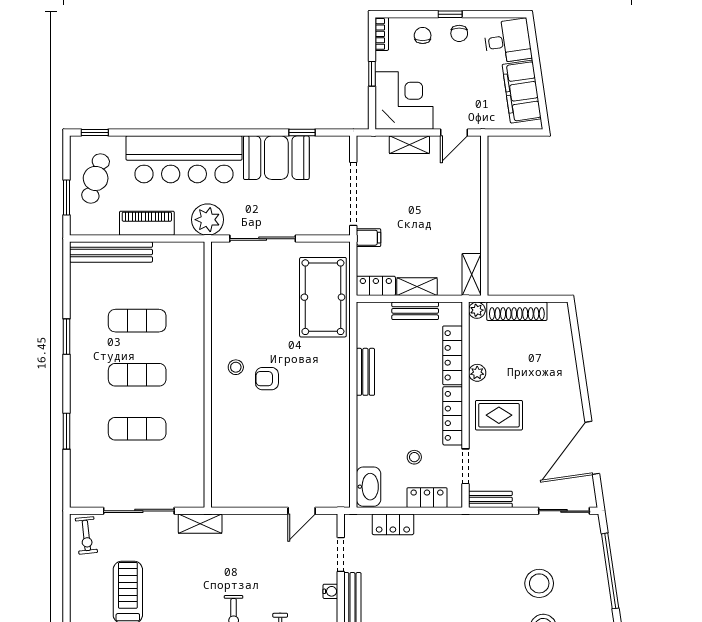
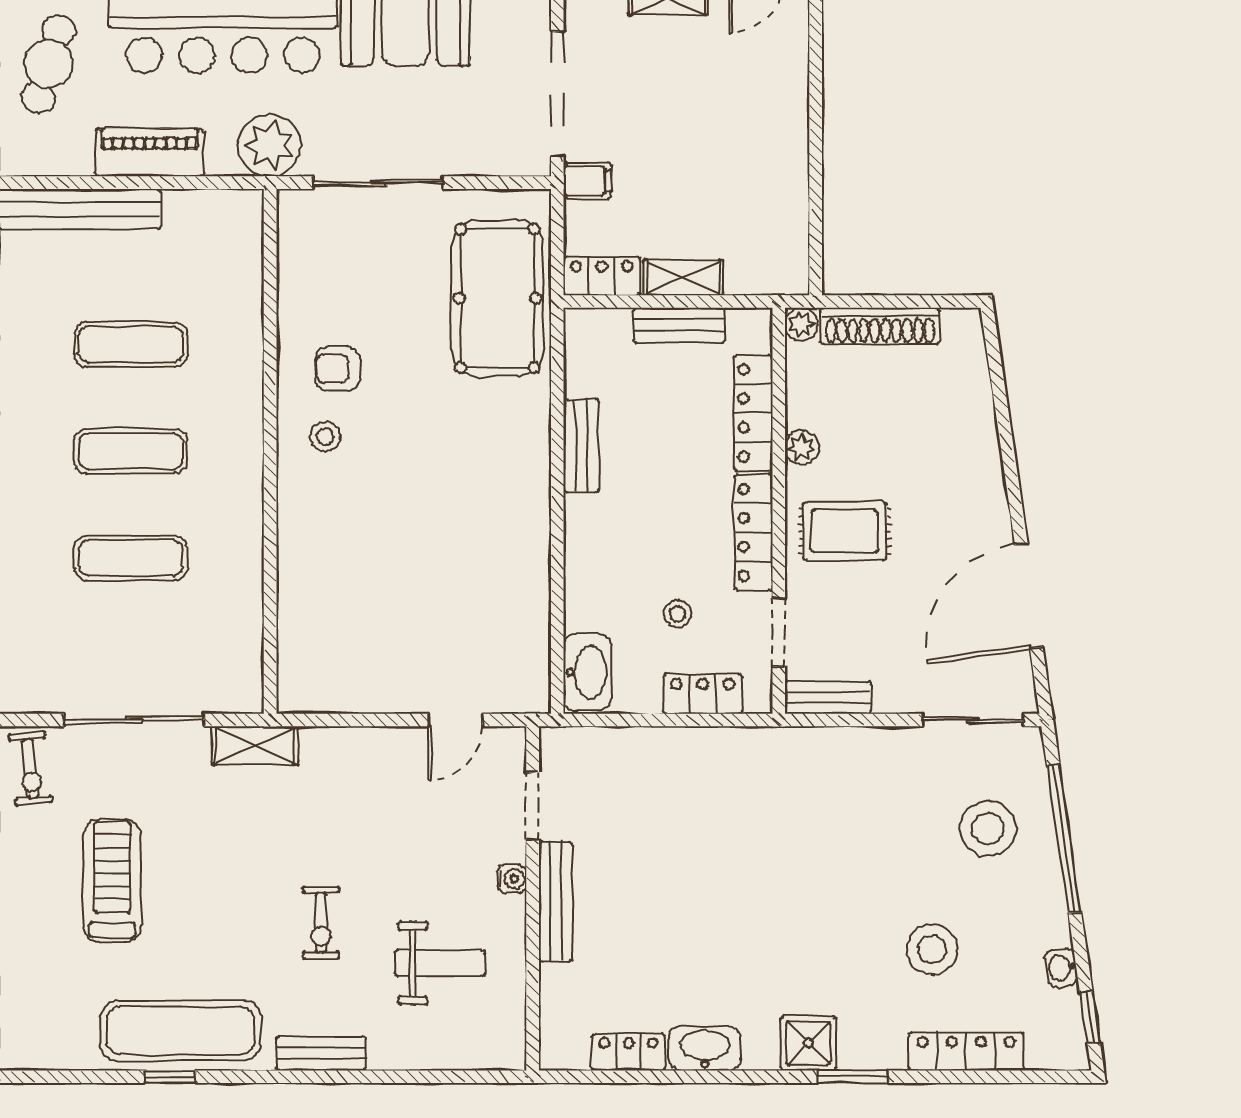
shelving: (472, 275) -> (791, 254), removed
armchair: (267, 379) -> (338, 369), moved
locker: (393, 524) -> (635, 747), removed
stool: (539, 583) -> (988, 829), moved

